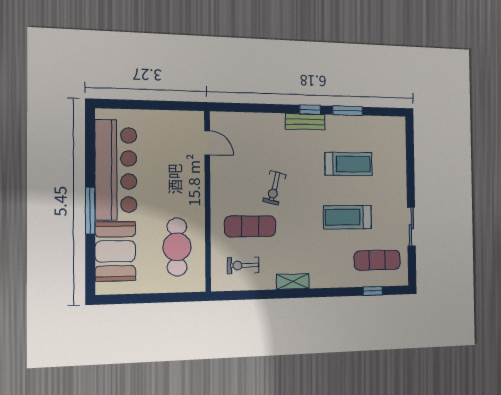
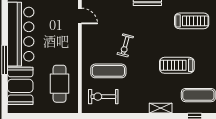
treadmill: (349, 164) -> (192, 21), moved
exercise bike: (243, 265) -> (103, 97), width x1.38, depth x1.39
shelving: (293, 281) -> (161, 108), moved

